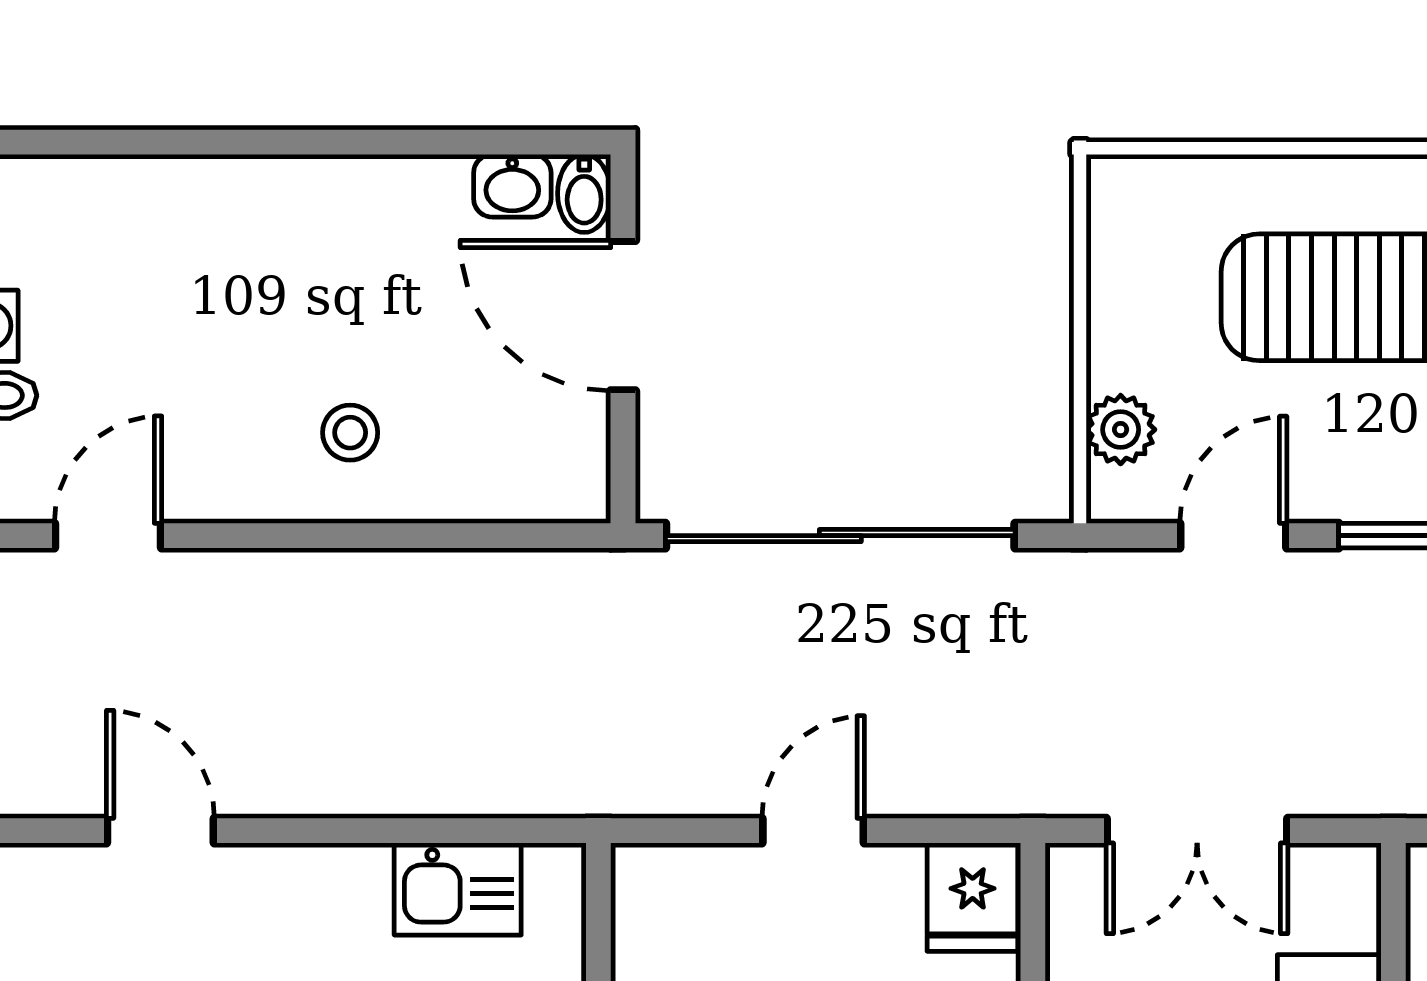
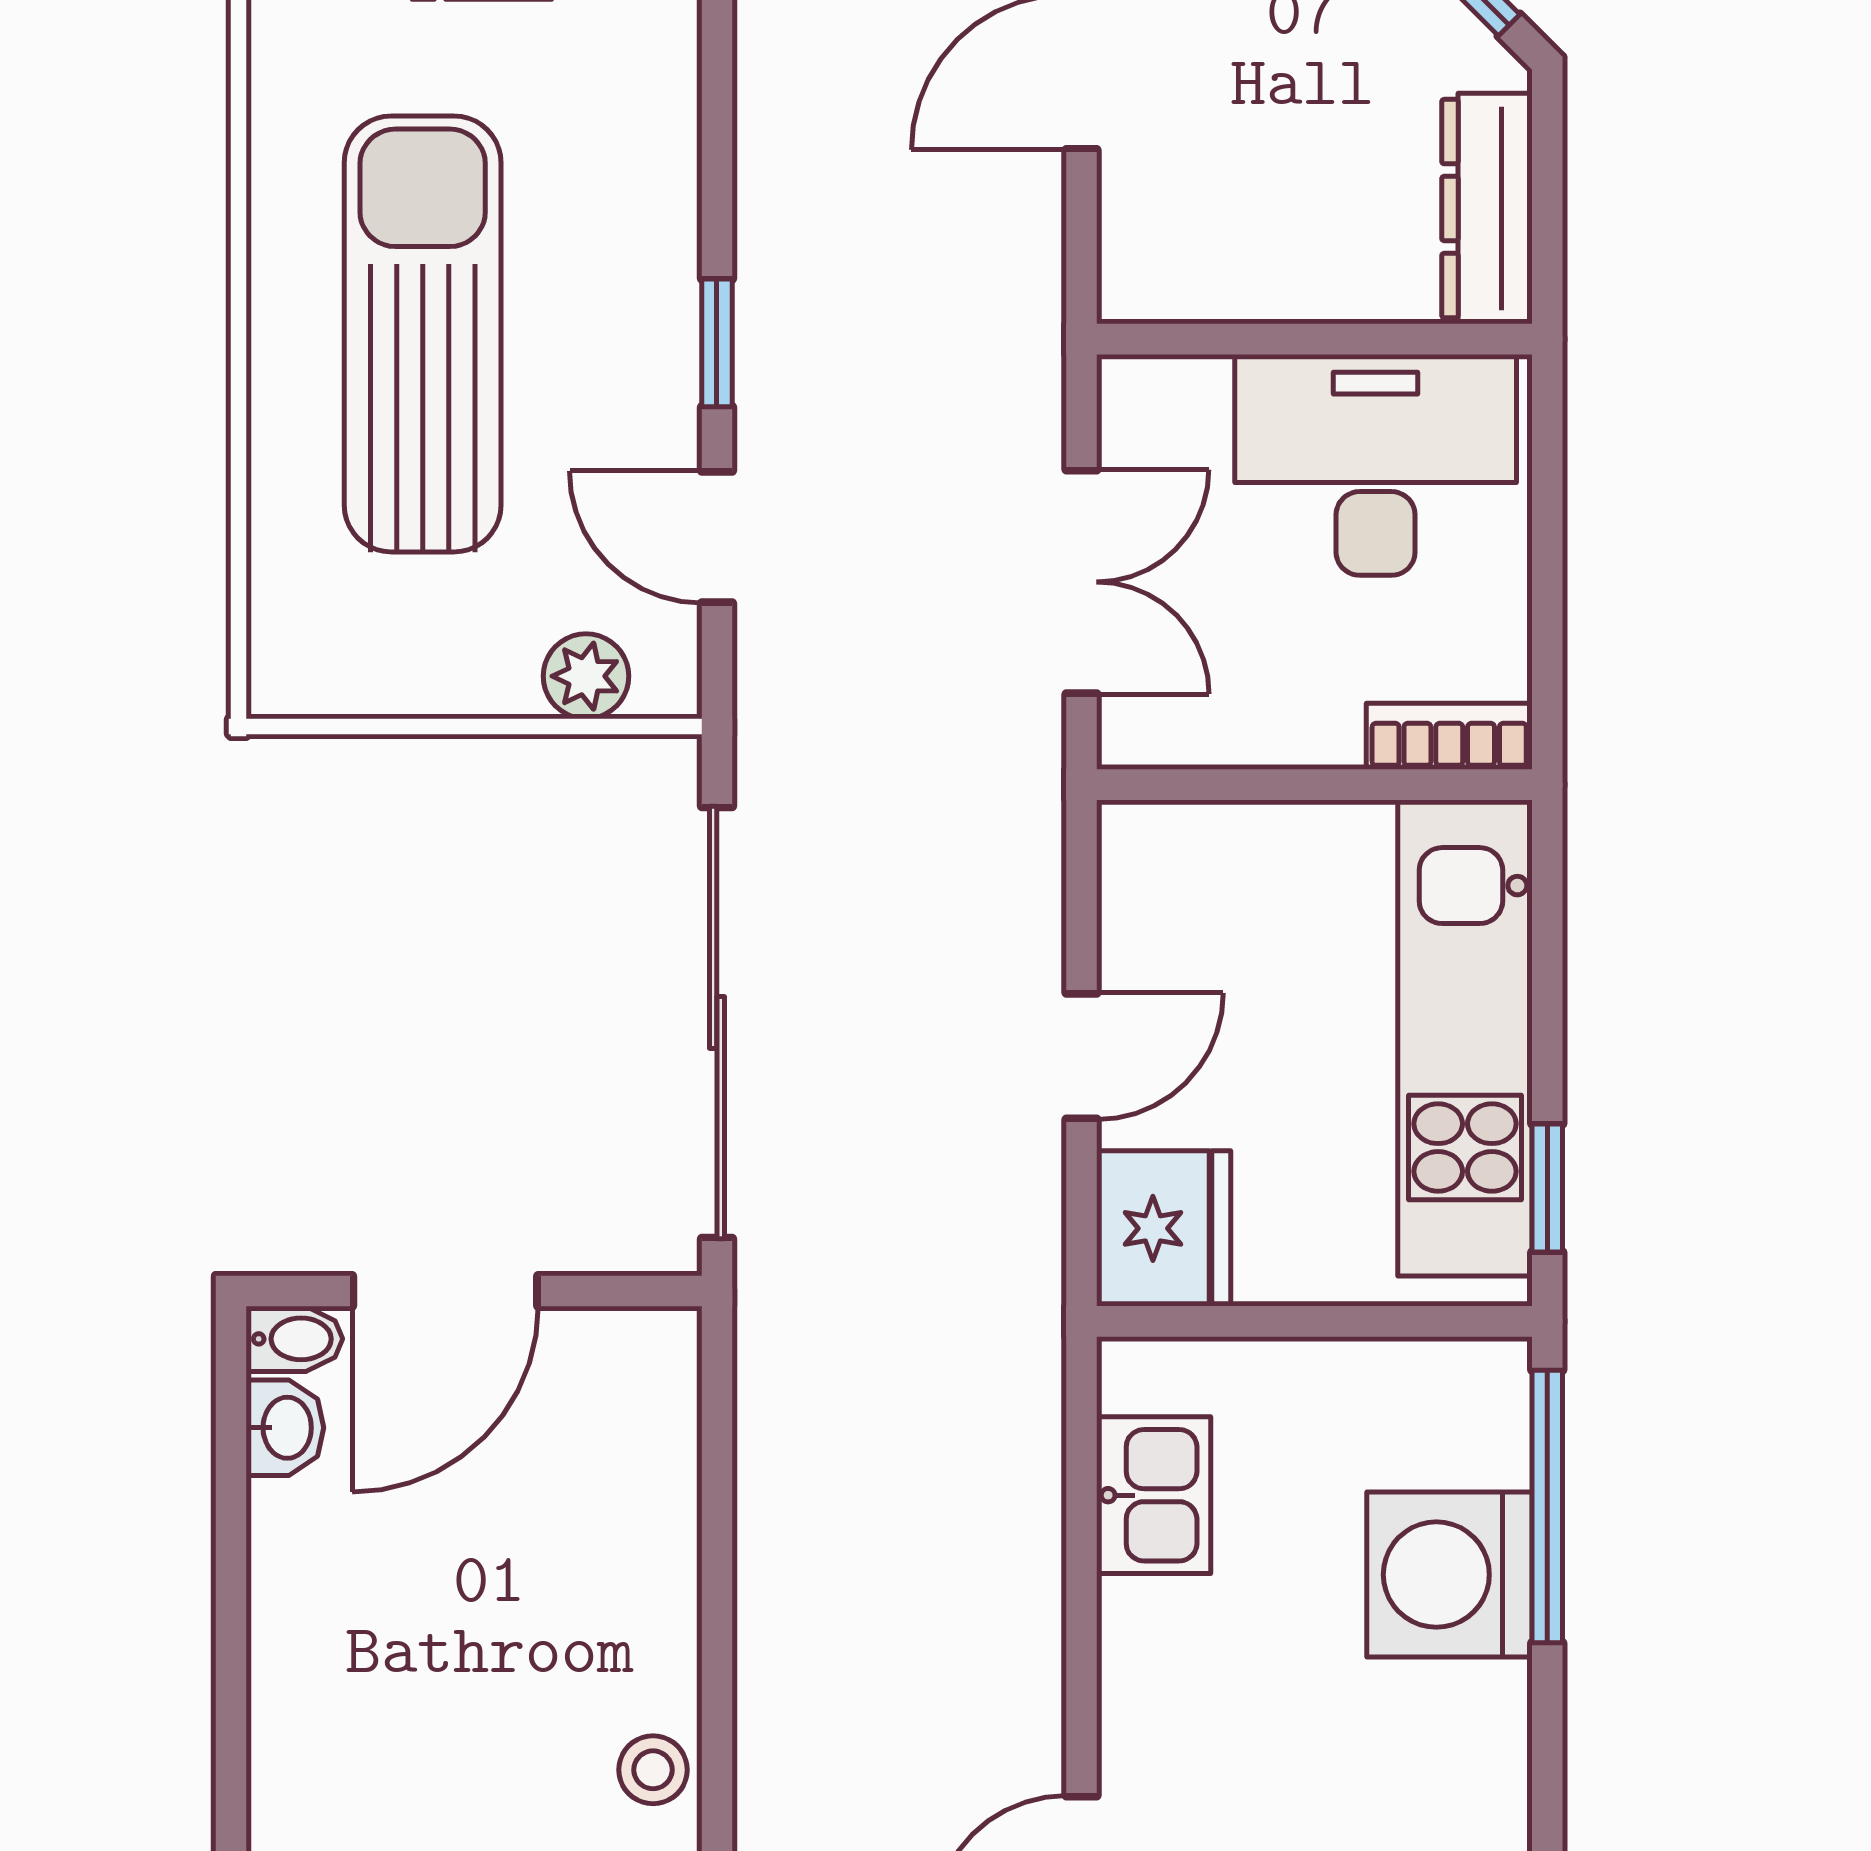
stool: (350, 433) -> (653, 1770), moved
door: (813, 831) -> (1082, 1056), swing flipped
fridge: (973, 897) -> (1164, 1228), moved, width x1.38

